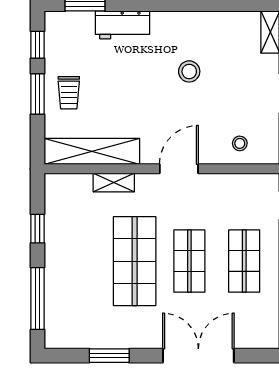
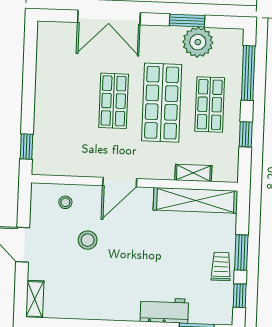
stool: (189, 71) -> (88, 240), moved
trolley: (69, 93) -> (221, 266), moved
shelving: (114, 183) -> (193, 173), moved
shop shelf: (244, 261) -> (210, 104), moved
plant: (96, 332) -> (198, 42), added

